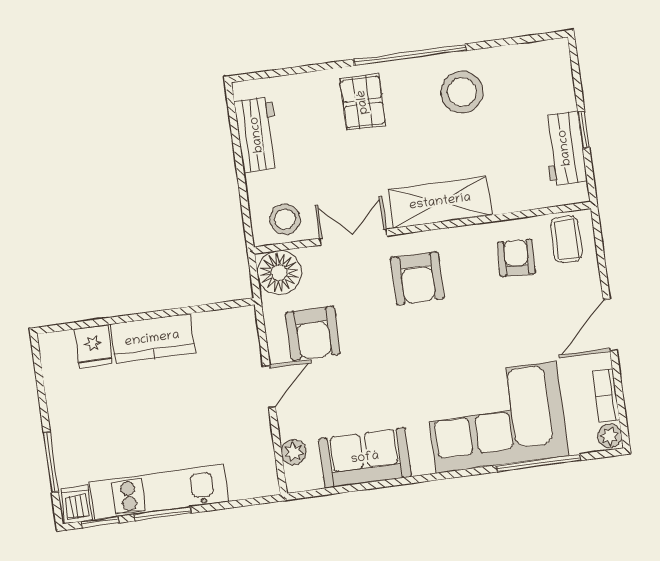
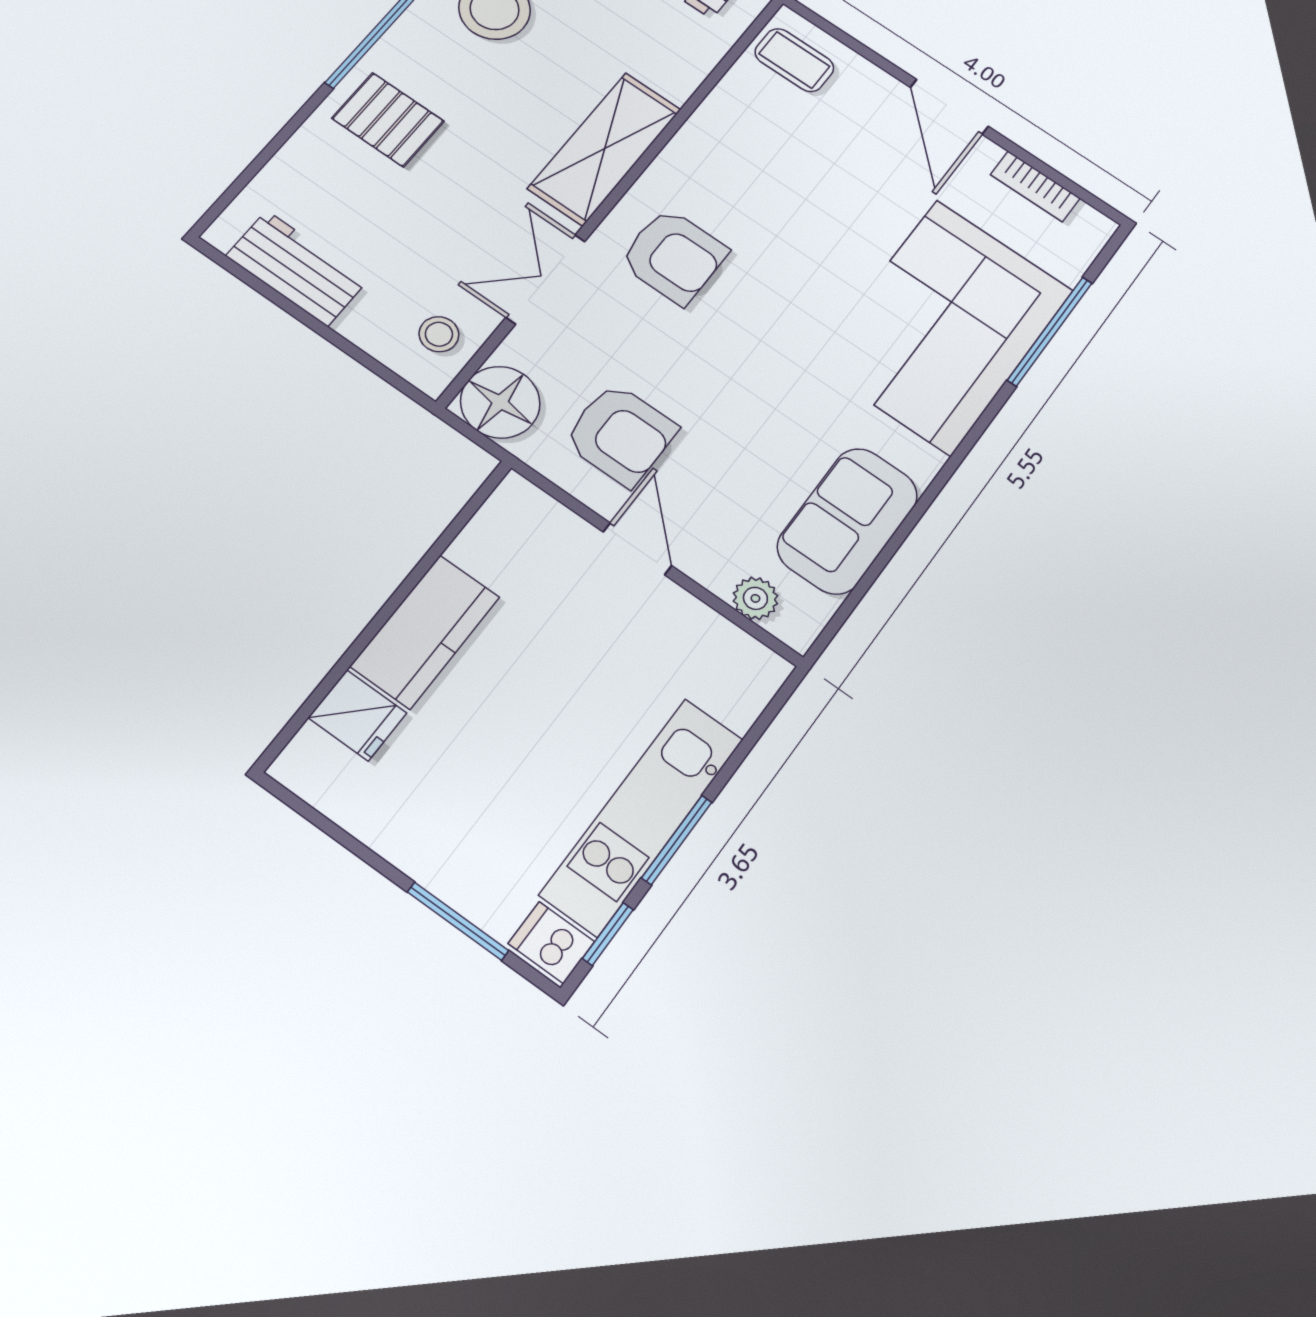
stool: (285, 219) -> (439, 334), width x0.73, depth x0.73
armchair: (516, 258) -> (762, 131), removed
plant: (610, 436) -> (1091, 226), removed

